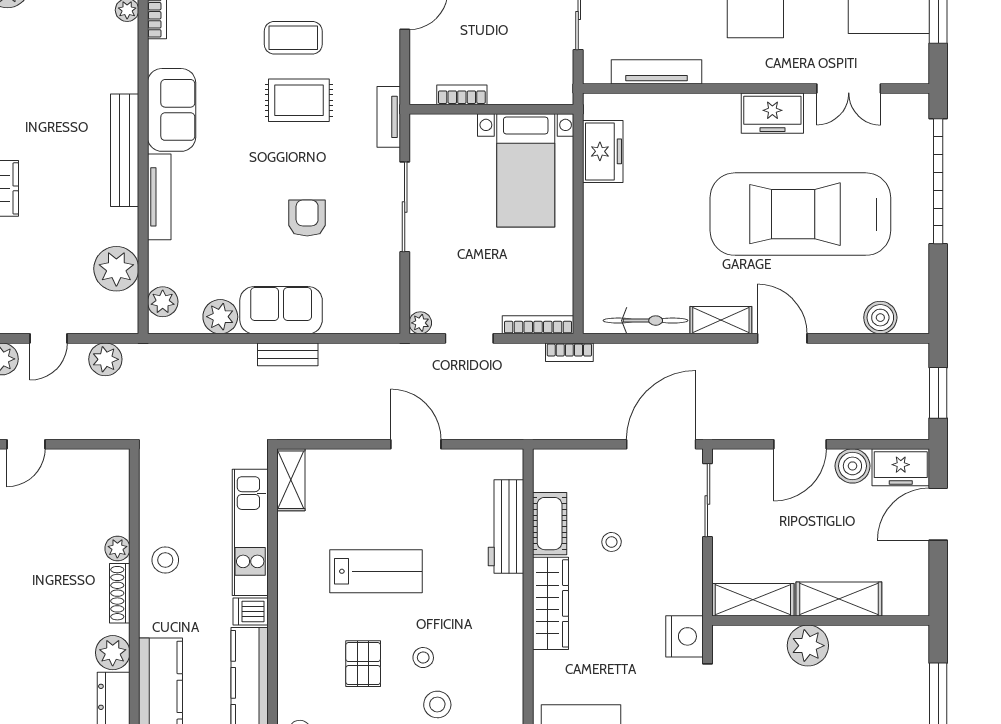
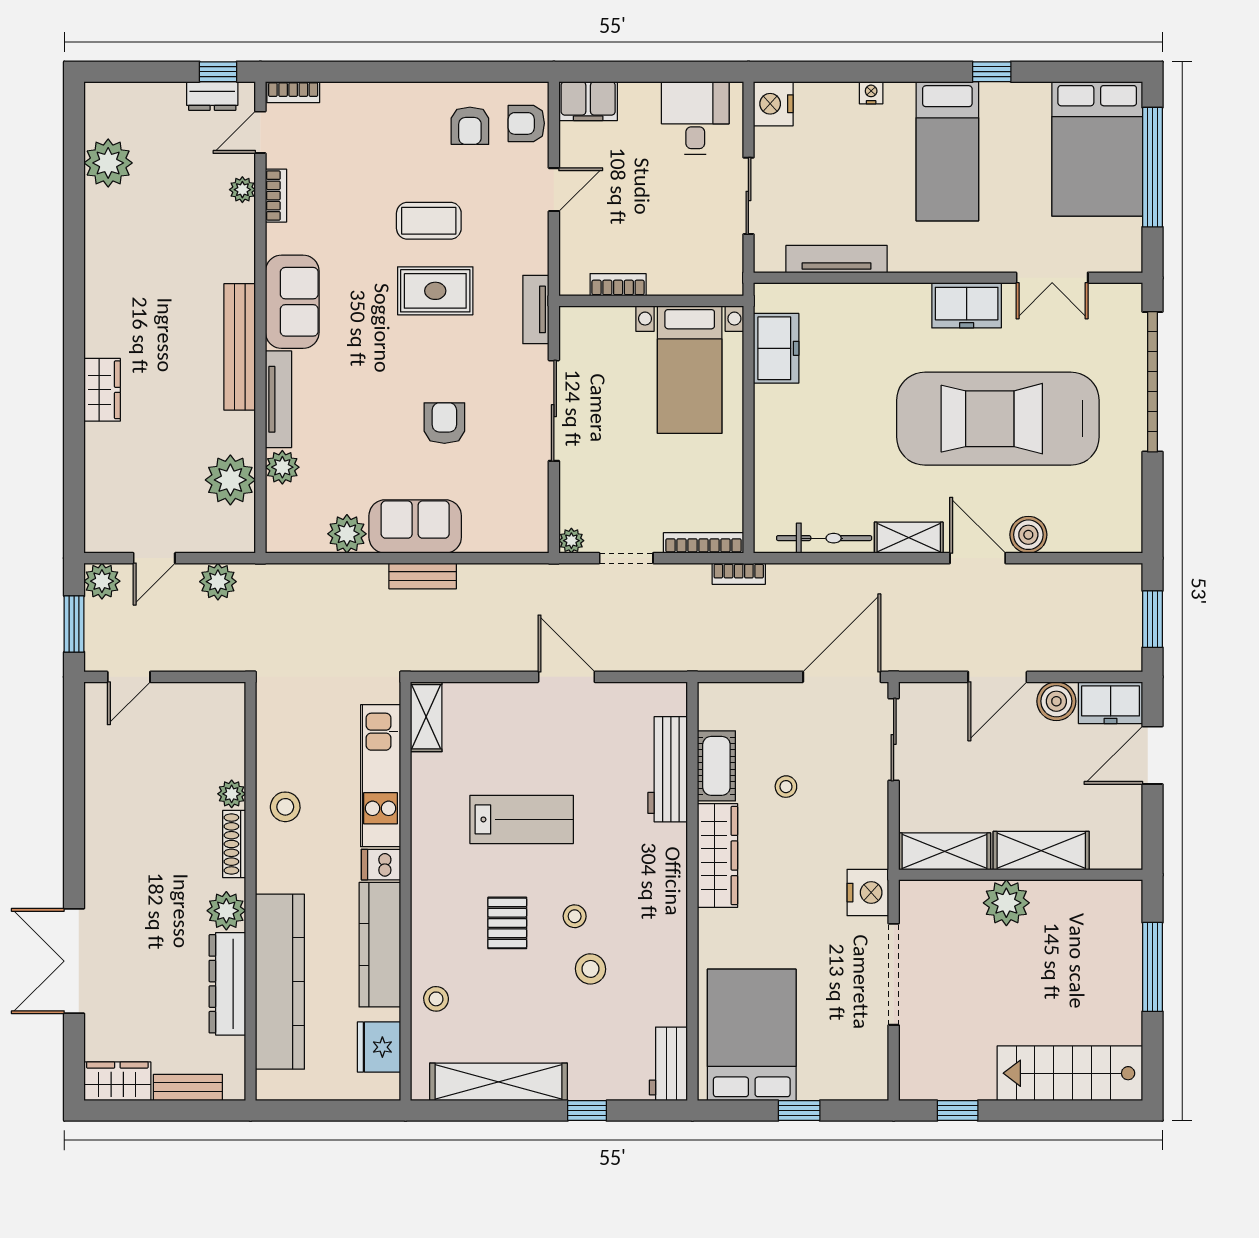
plant: (163, 302) -> (282, 467), moved
boiler: (880, 318) -> (1028, 535), moved

